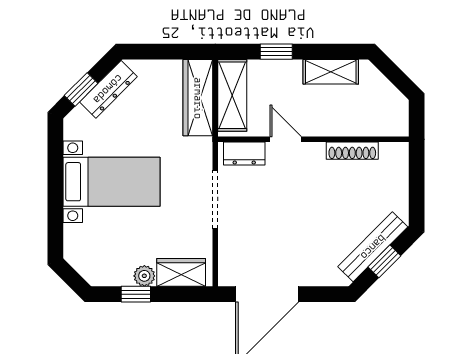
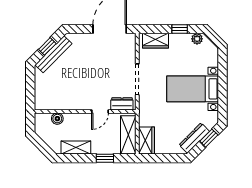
wardrobe: (198, 98) -> (147, 141), width x0.67
boiler: (366, 126) -> (57, 119), added
door: (286, 139) -> (100, 111), hinge flipped
shoe rack: (352, 151) -> (64, 105), removed
plant: (144, 276) -> (197, 39), moved

